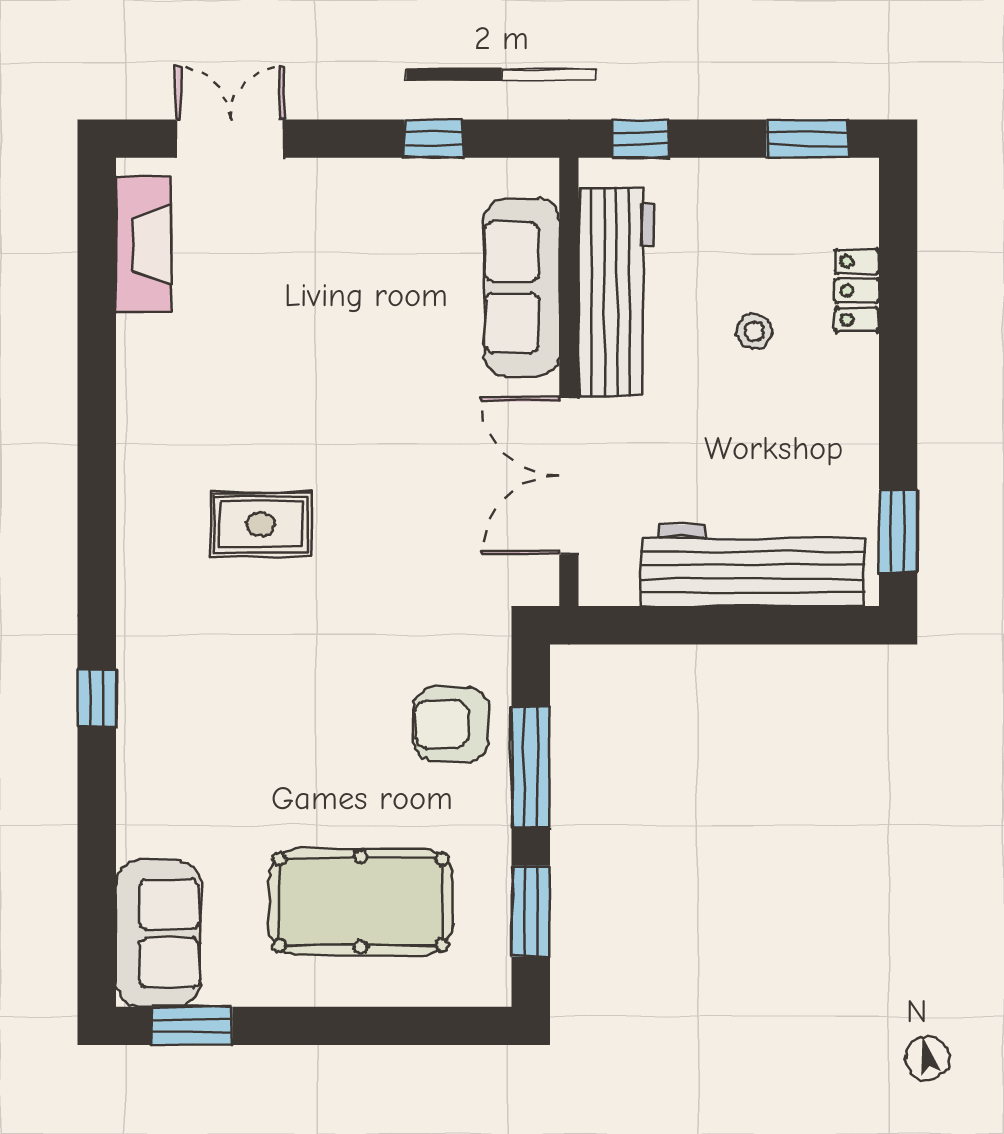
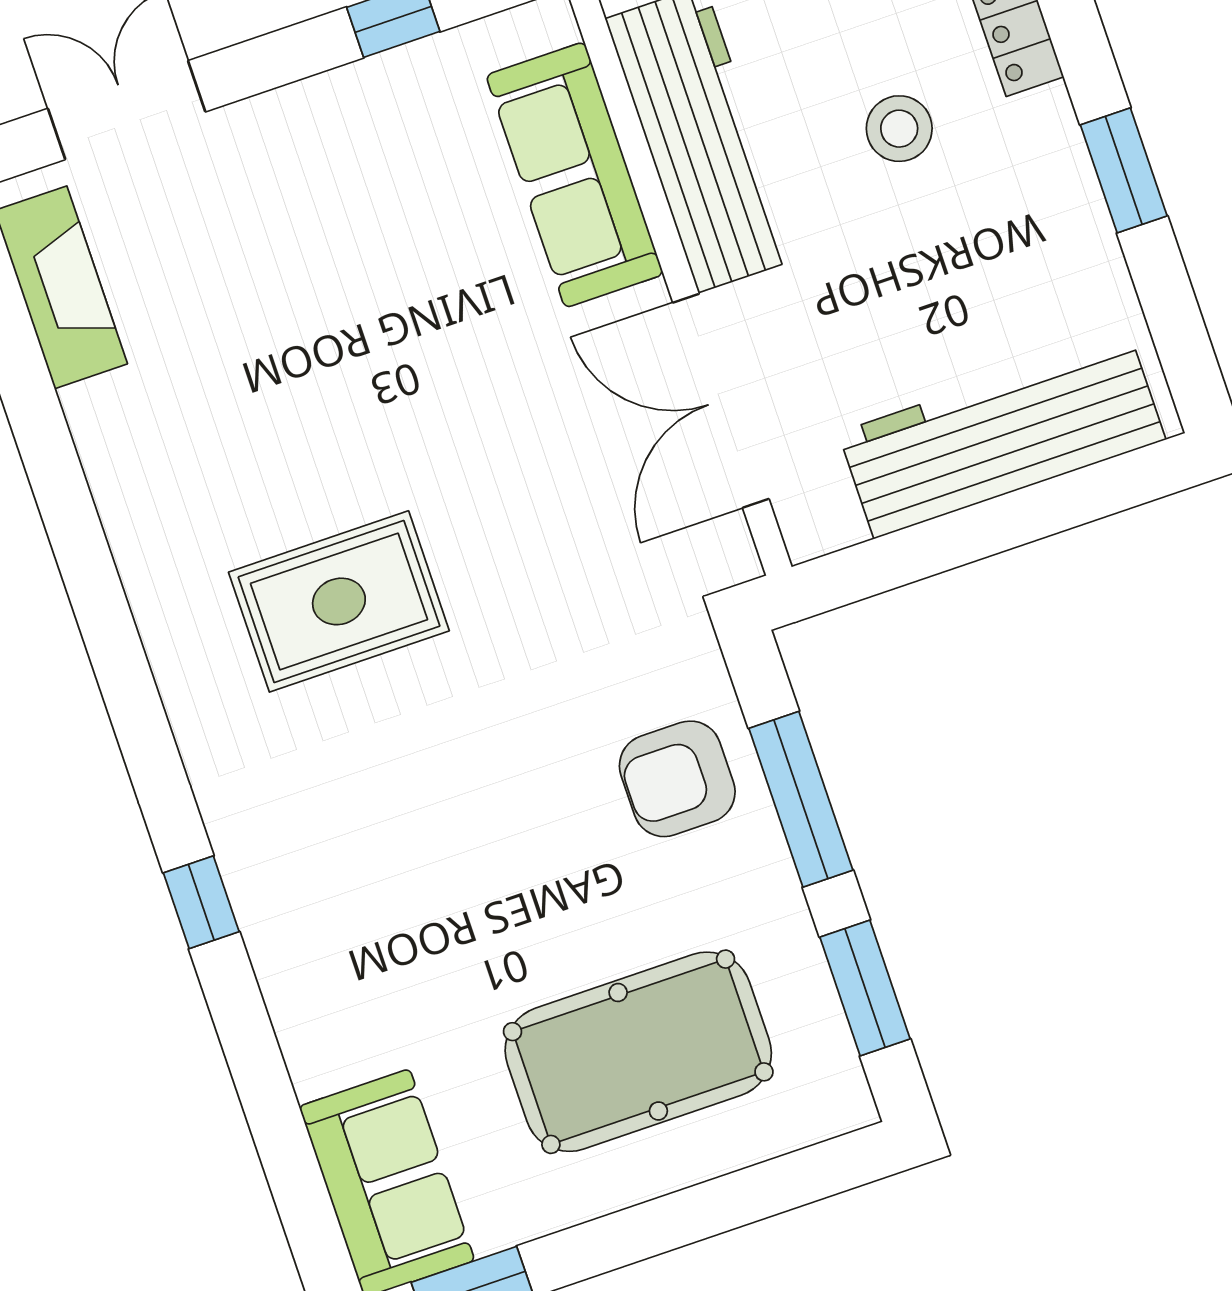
stool: (754, 331) -> (899, 129), width x1.37, depth x1.37
rug: (261, 524) -> (339, 601), width x1.36, depth x1.43
window: (898, 531) -> (1124, 170), moved

